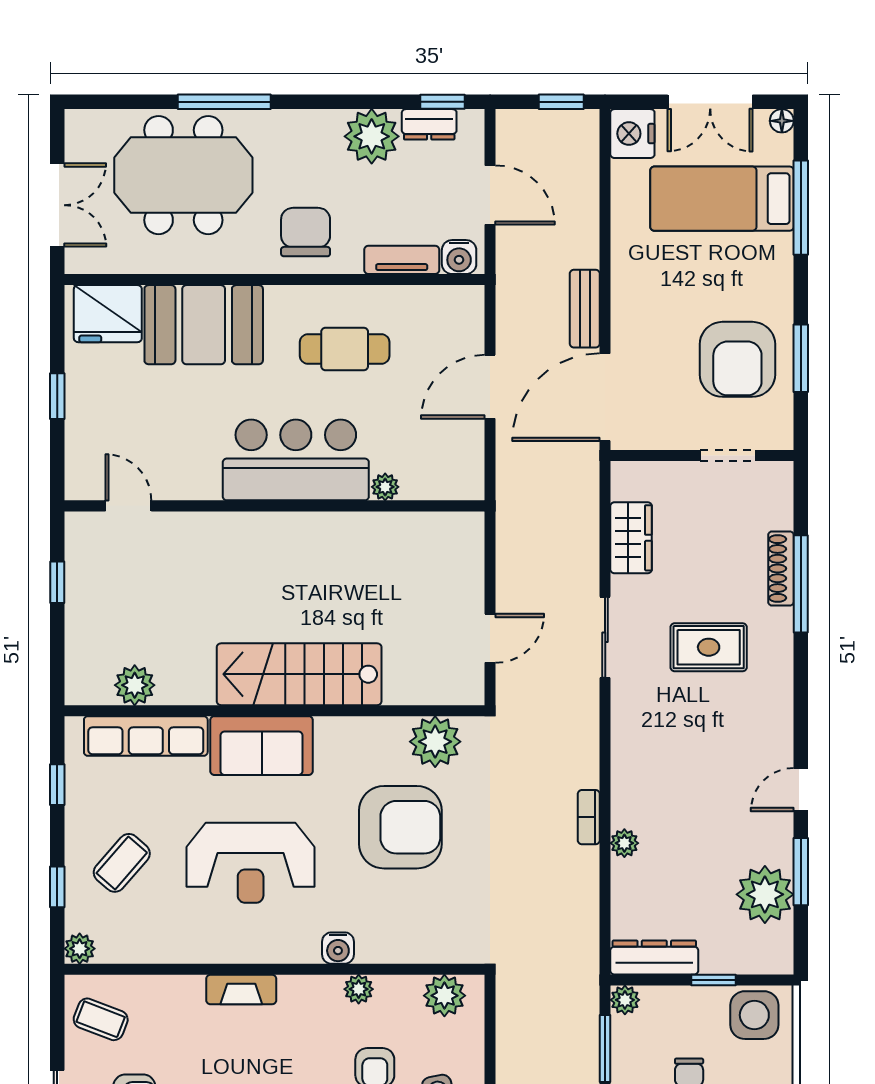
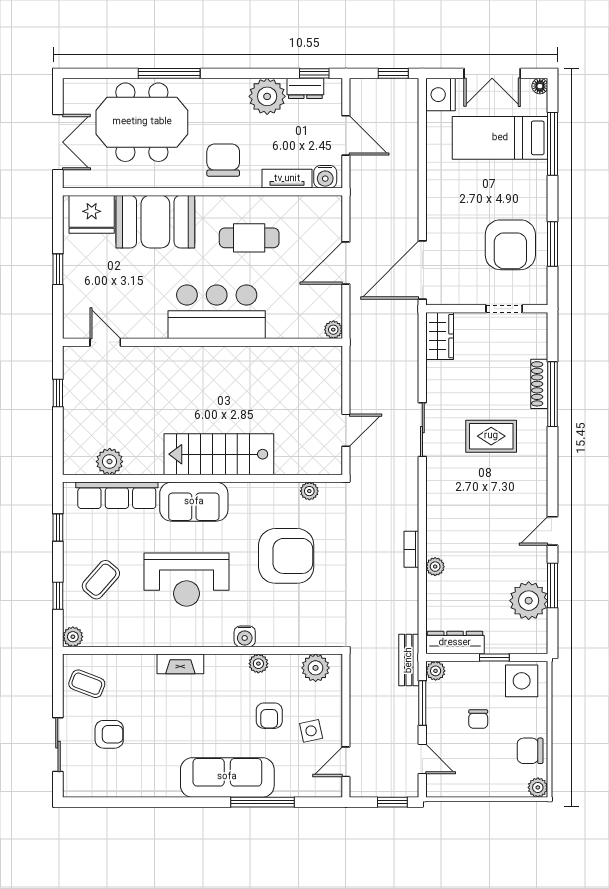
bench: (585, 309) -> (409, 660), moved
plant: (385, 487) -> (333, 330), moved
wardrobe: (631, 538) -> (440, 336), moved
plant: (435, 742) -> (309, 491), width x0.53, depth x0.53

